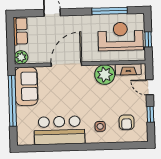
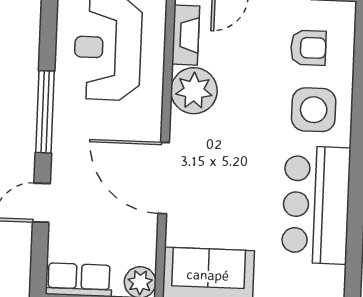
window: (110, 11) -> (45, 112), moved
side table: (100, 126) -> (314, 110), width x1.87, depth x1.87

